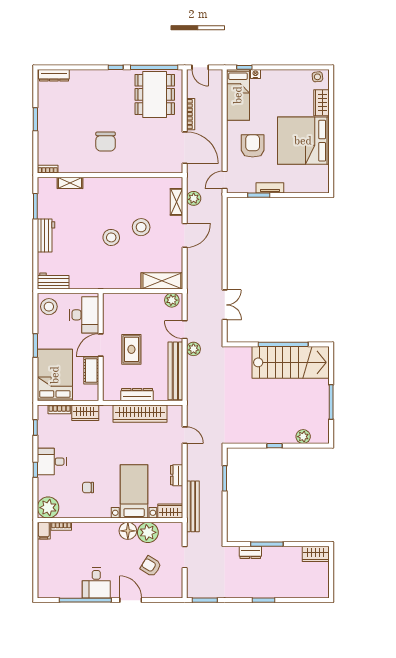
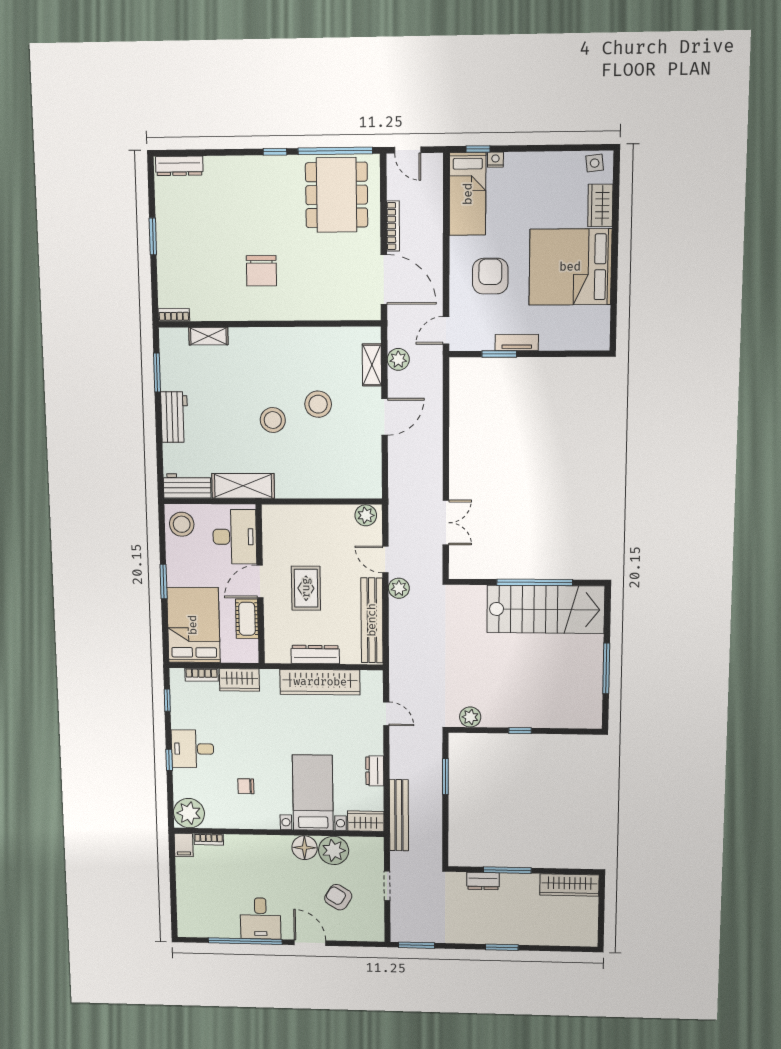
shelving: (162, 281) -> (243, 486), moved
plant: (303, 437) -> (470, 717), moved
wardrobe: (316, 554) -> (569, 885), width x1.50

